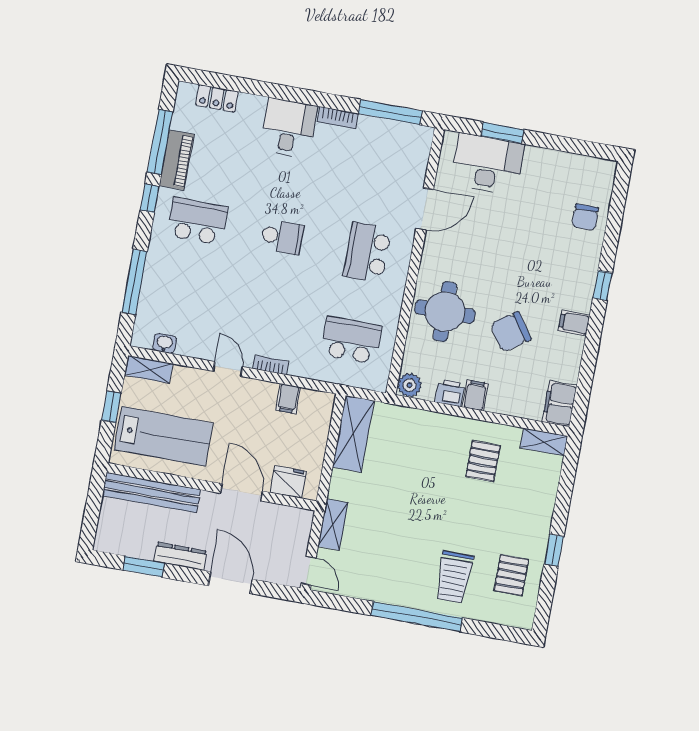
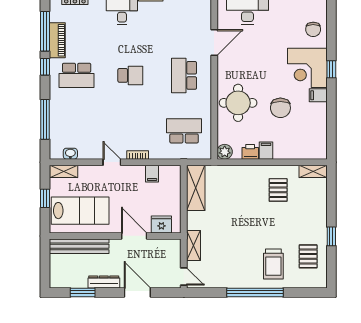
school desk: (197, 221) -> (77, 75), turned 180
corner desk: (565, 276) -> (307, 68), added
chair: (511, 332) -> (280, 108), turned -55
filing cabinet: (559, 404) -> (318, 146), removed

